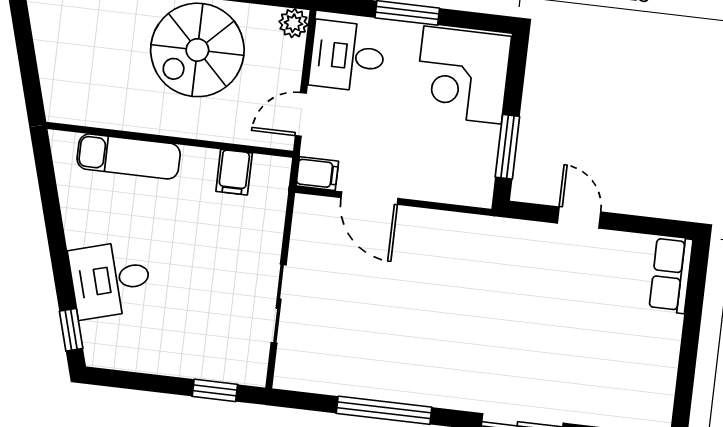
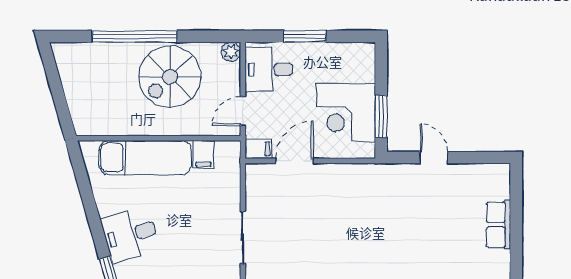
corner desk: (463, 75) -> (346, 112), moved
exam couch: (129, 156) -> (145, 158), width x1.36, depth x1.45
door: (369, 198) -> (294, 161), swing flipped
row of seats: (671, 275) -> (499, 225), moved

